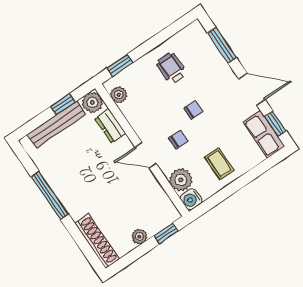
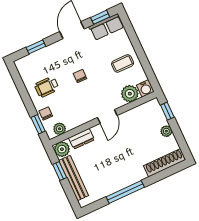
window: (222, 45) -> (36, 47), width x0.67
chair: (178, 140) -> (46, 114), moved

